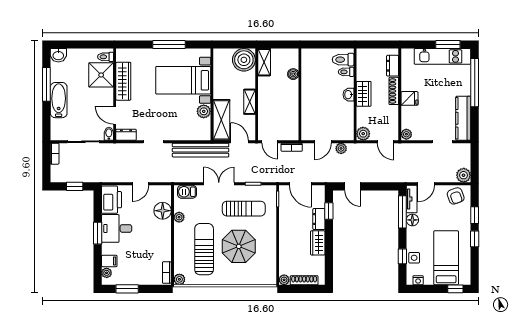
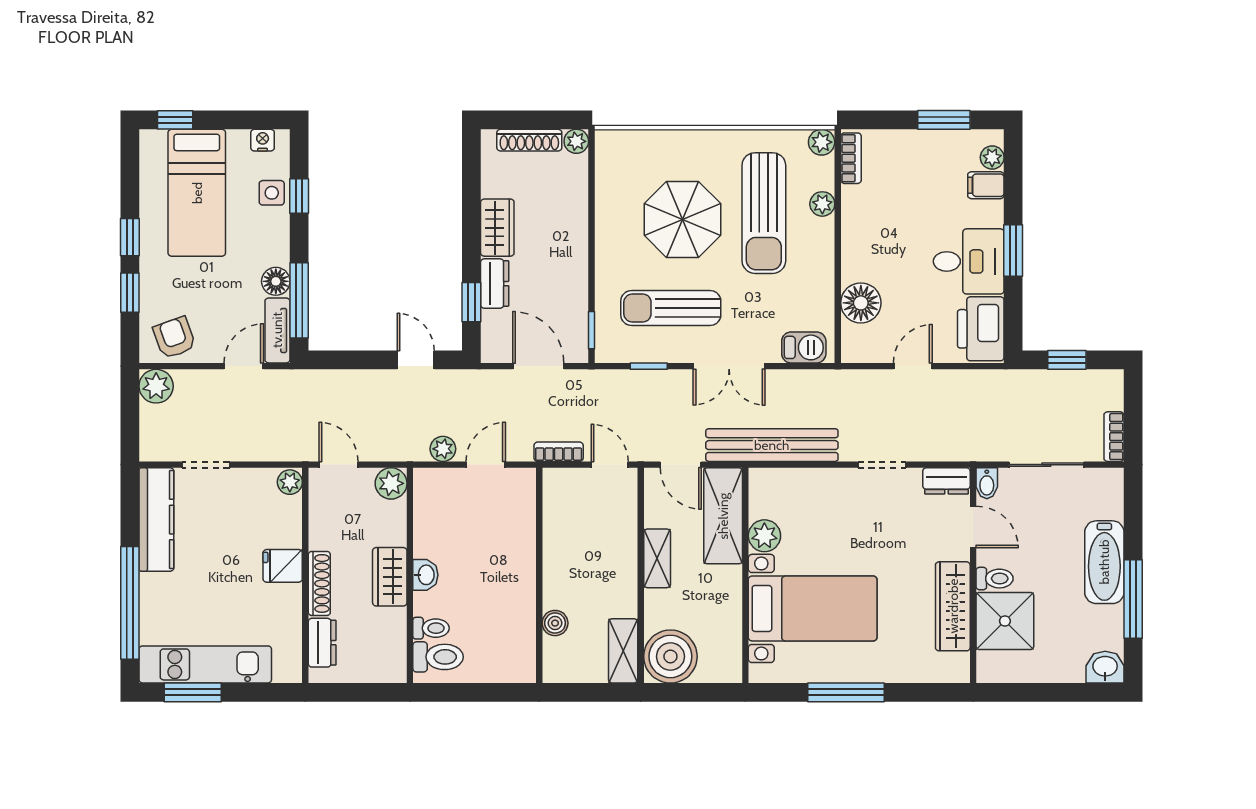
toilet: (106, 57) -> (995, 579), moved
plant: (179, 217) -> (822, 204), moved

